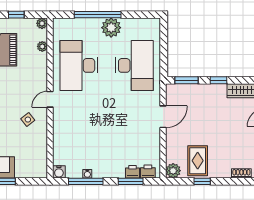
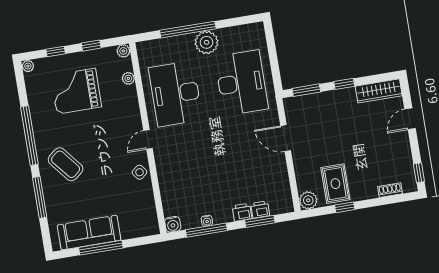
door: (163, 117) -> (286, 138), swing flipped
side table: (28, 120) -> (139, 172), moved
printer: (148, 171) -> (242, 212), moved

